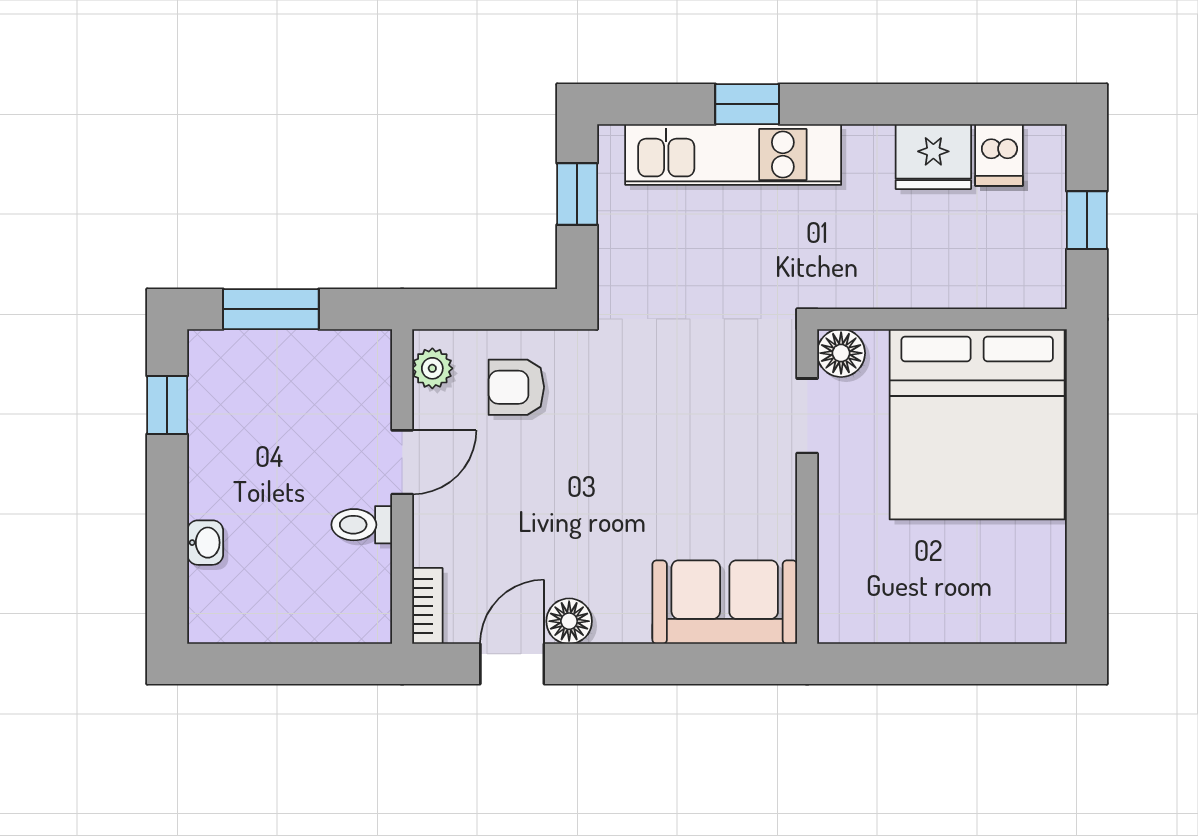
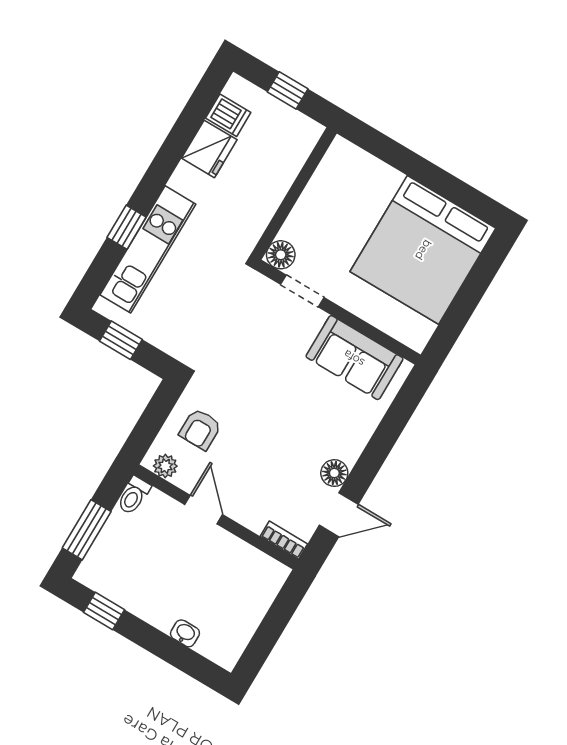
bed: (977, 424) -> (423, 250), moved, turned 90
toilet: (362, 525) -> (134, 495), moved
sofa: (725, 602) -> (354, 358), moved, turned -90
door: (512, 664) -> (339, 515), swing flipped

